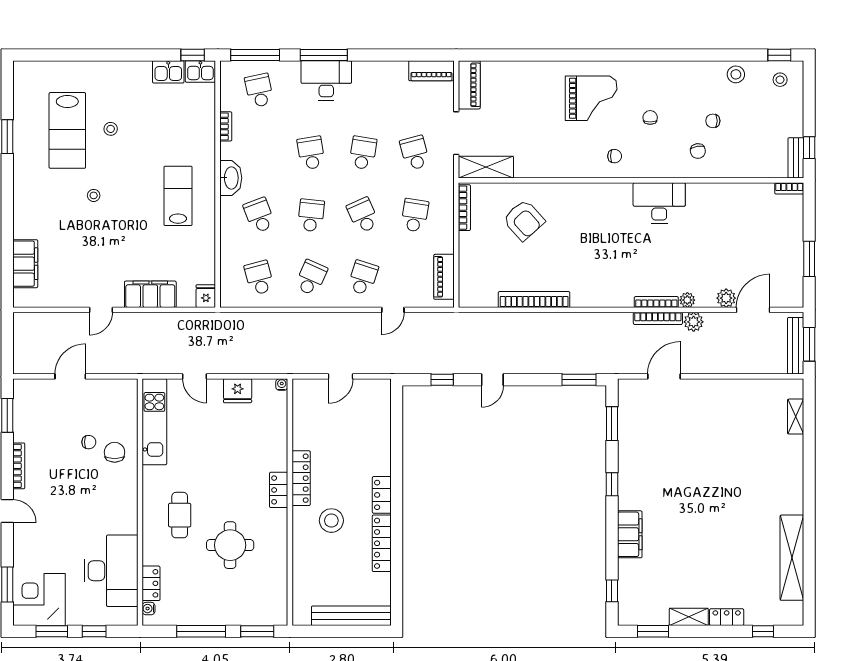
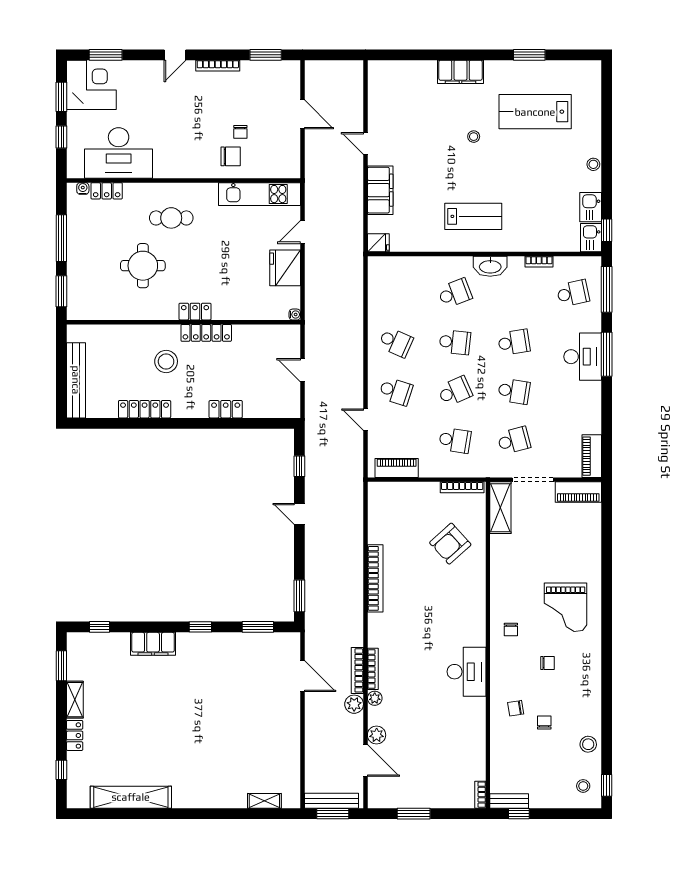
stool: (111, 129) -> (593, 164), moved
filing cabinet: (25, 264) -> (461, 72), moved
school desk: (259, 278) -> (396, 293), removed
bookcase: (534, 300) -> (375, 578), moved
fridge: (238, 391) -> (285, 268), width x1.36, depth x1.34
locker: (382, 495) -> (226, 409), moved

